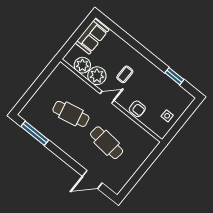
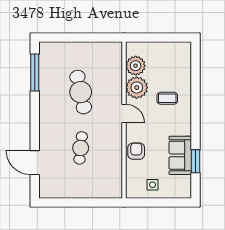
sofa: (92, 36) -> (180, 155), moved, turned 90
coffee table: (125, 74) -> (167, 98), moved
armchair: (137, 109) -> (136, 151), turned 180
cafe table: (107, 143) -> (81, 148), width x0.73, depth x0.74

